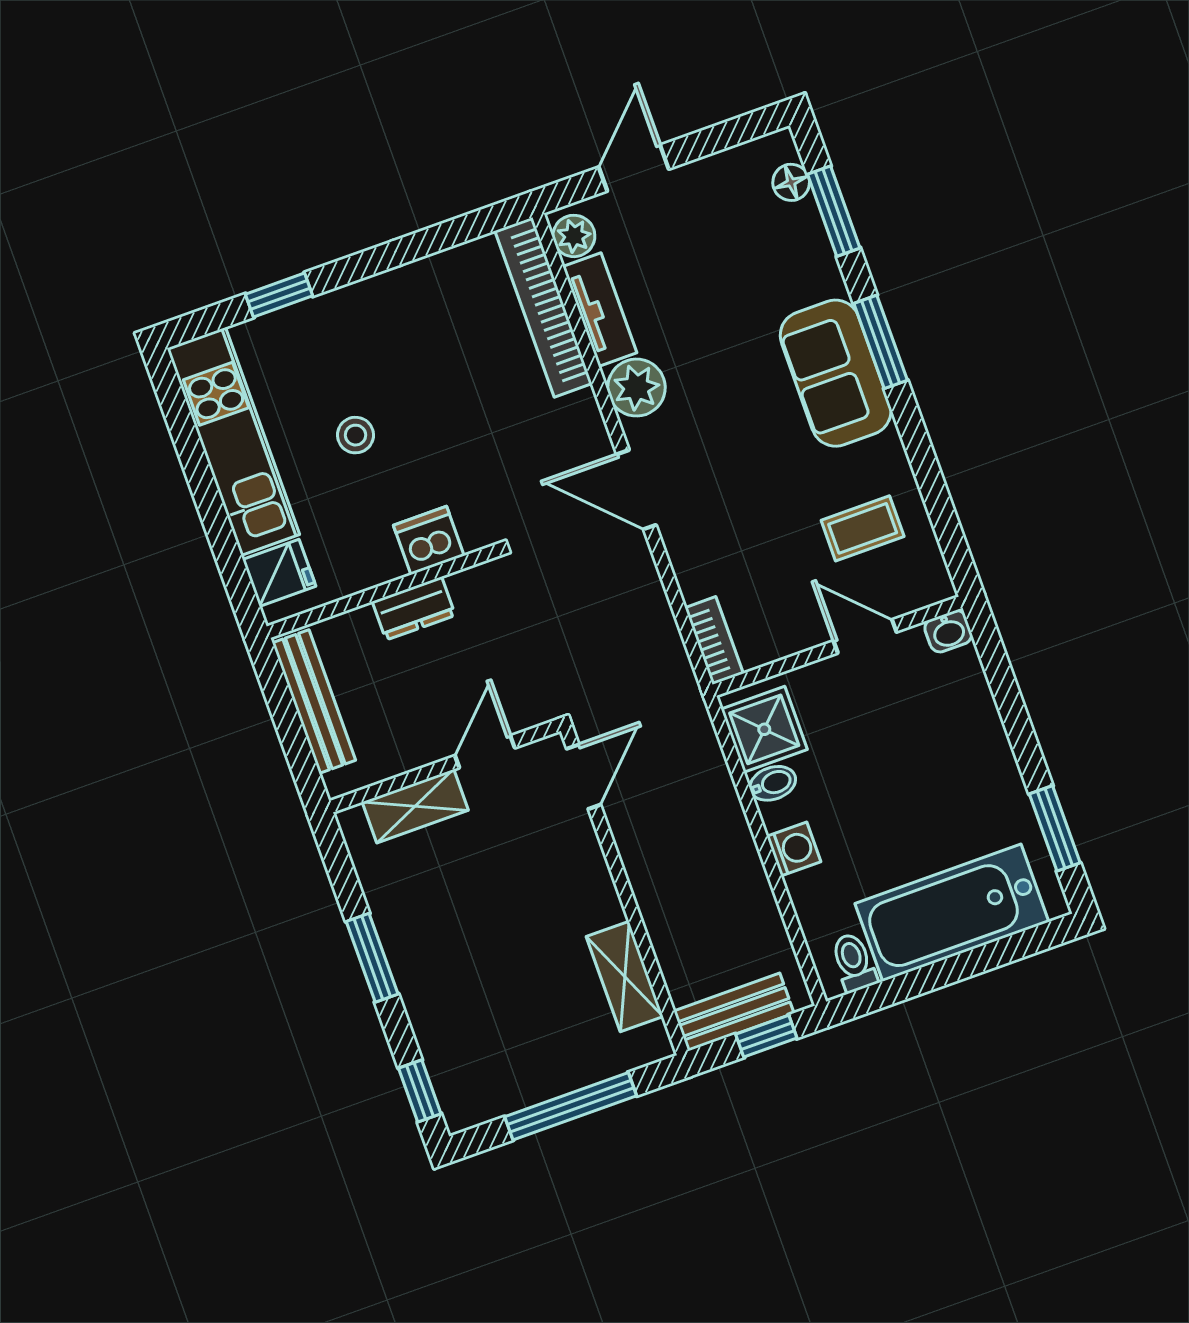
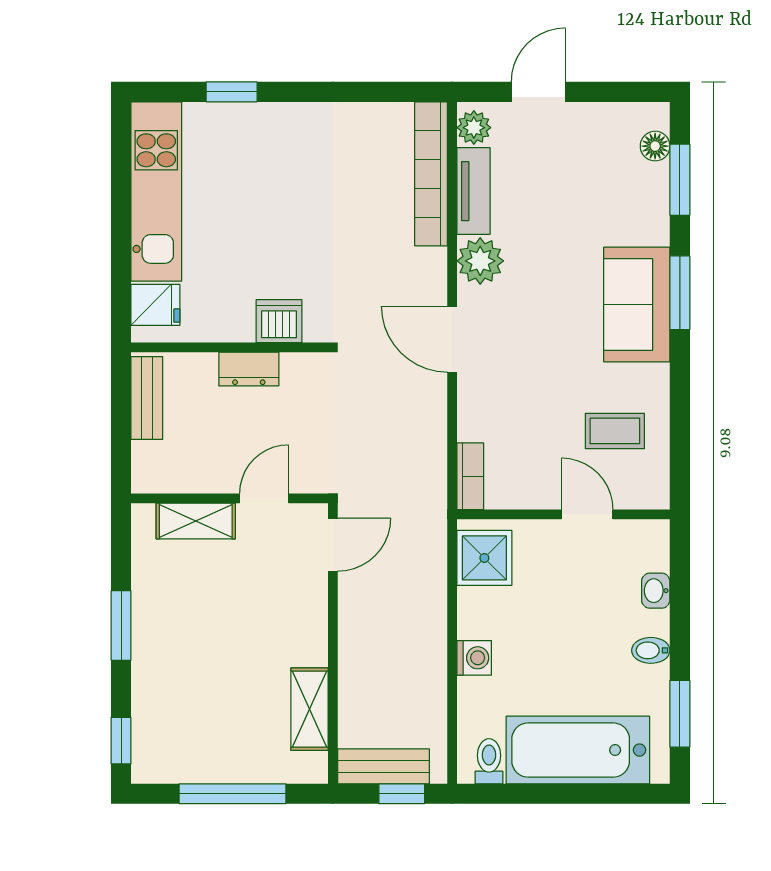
stool: (356, 435) -> (252, 220), removed
washbasin: (948, 631) -> (656, 591), moved, turned 90
bench: (314, 702) -> (147, 398), width x0.73
bidet: (773, 783) -> (651, 650), moved, turned 180

